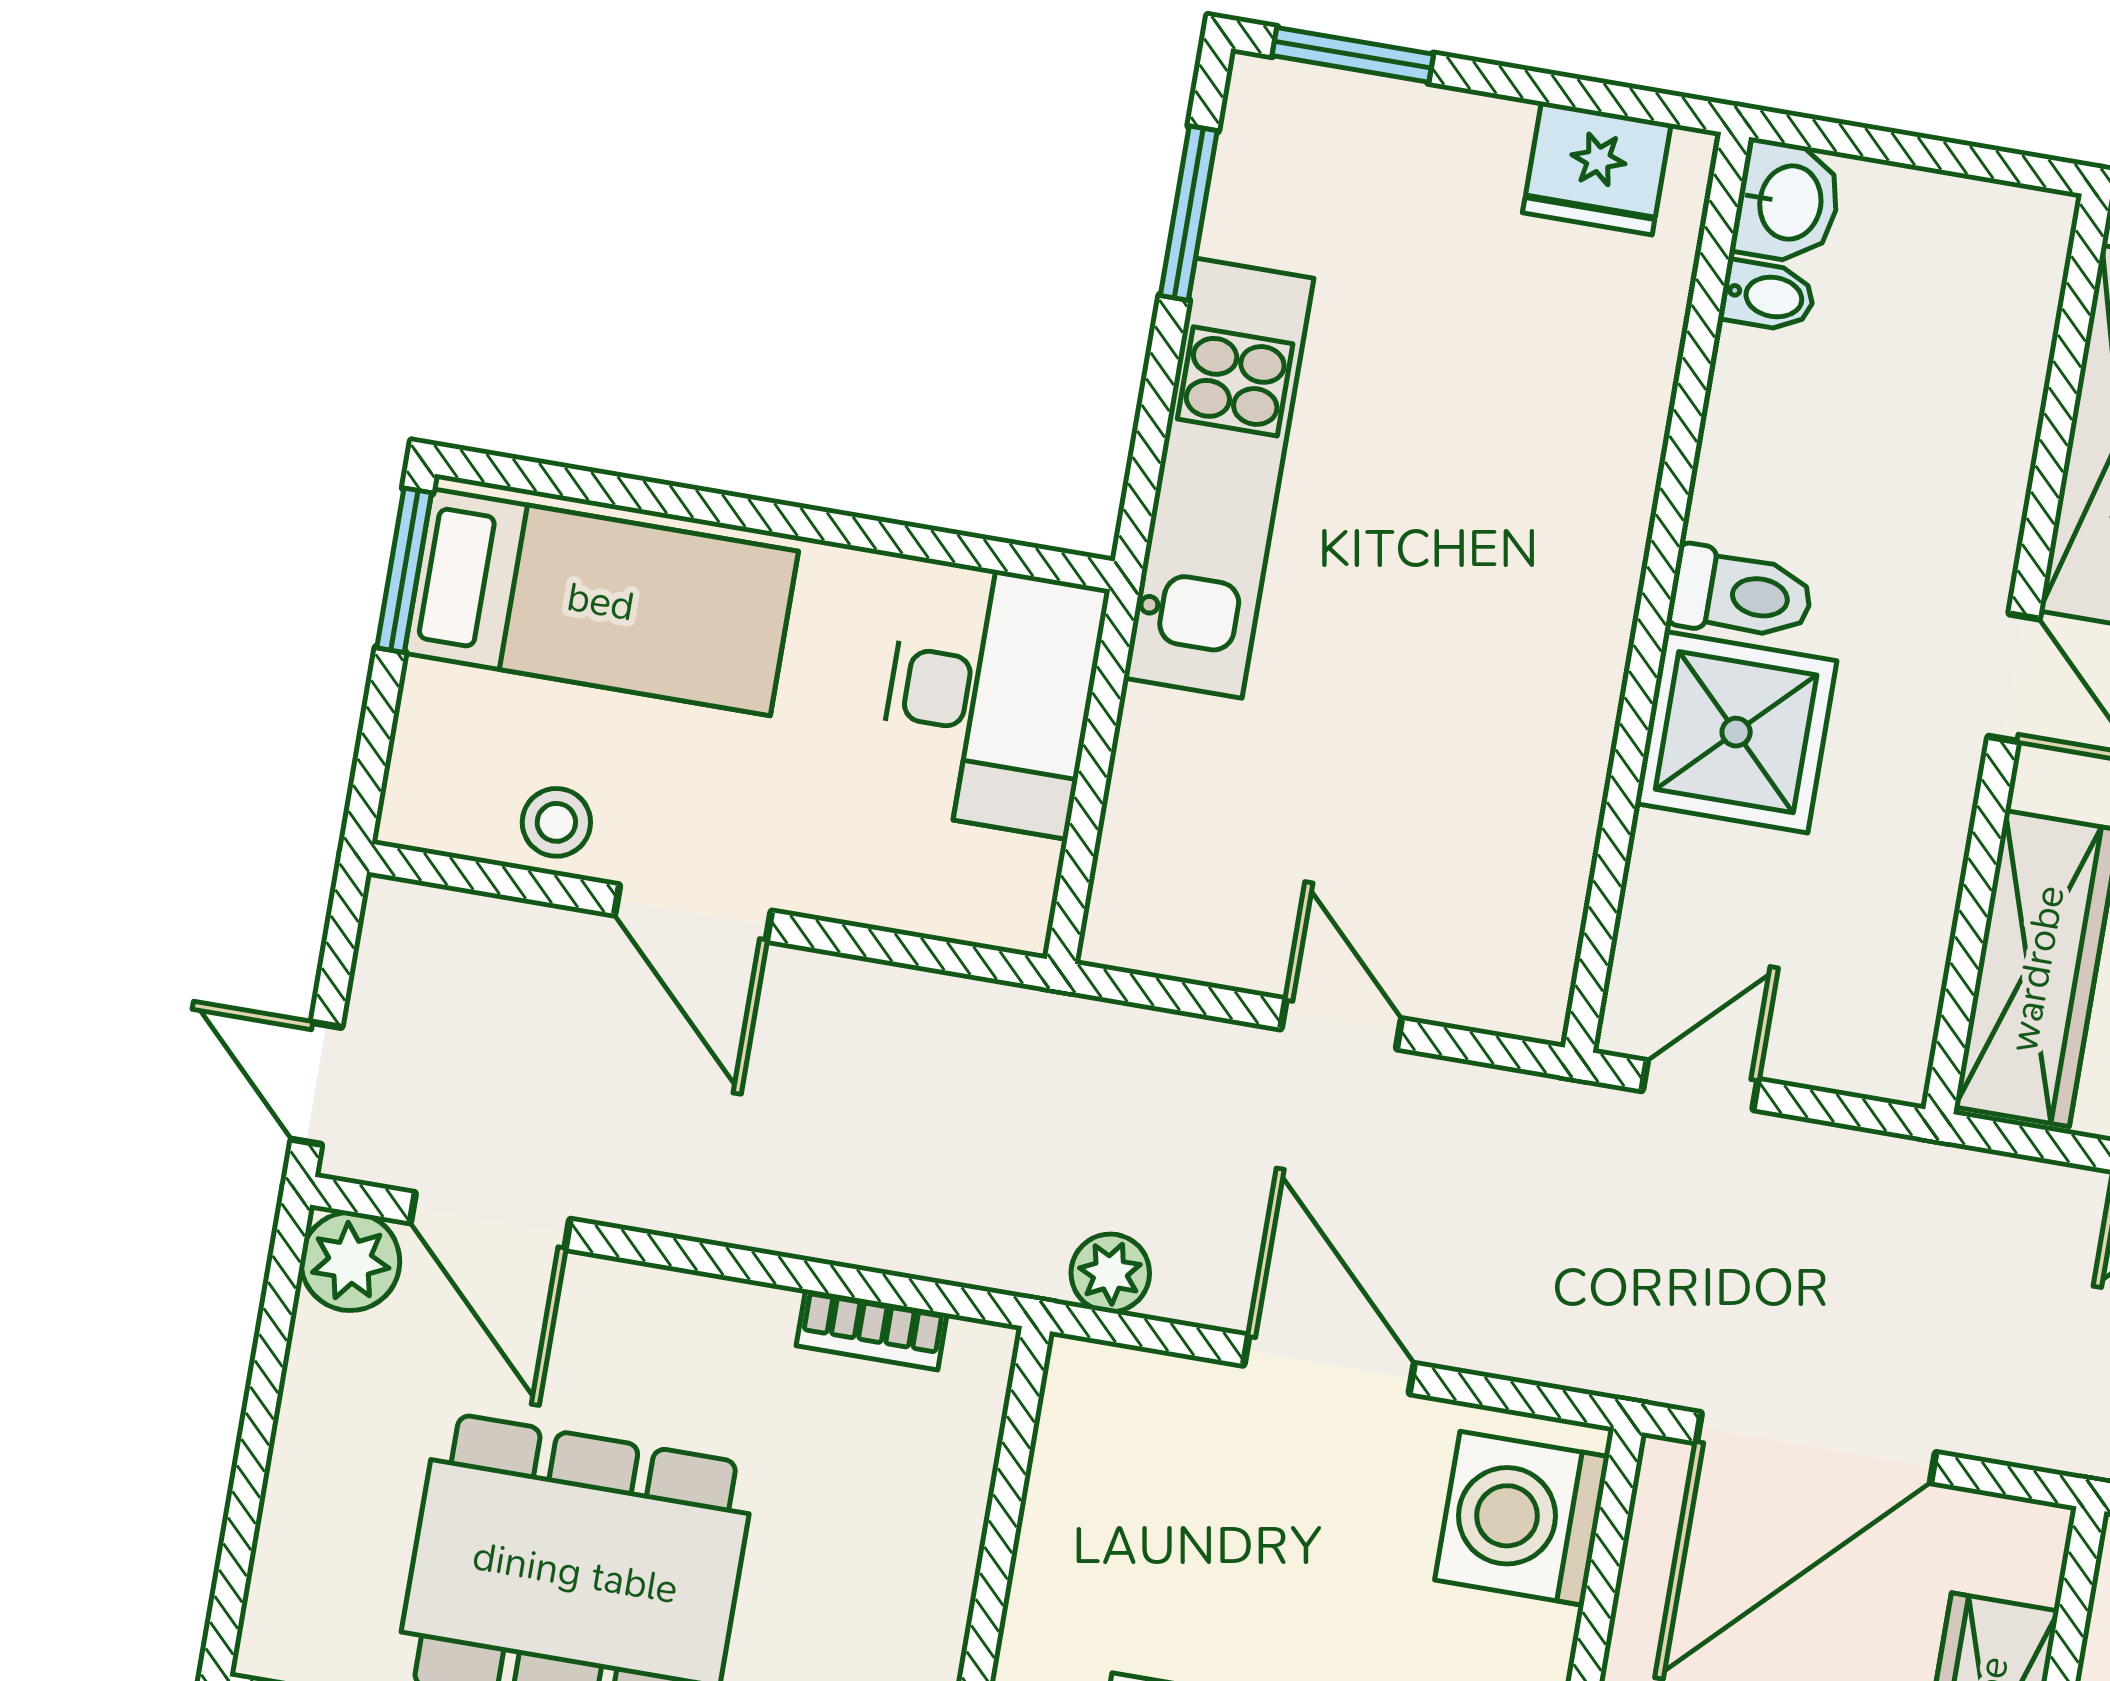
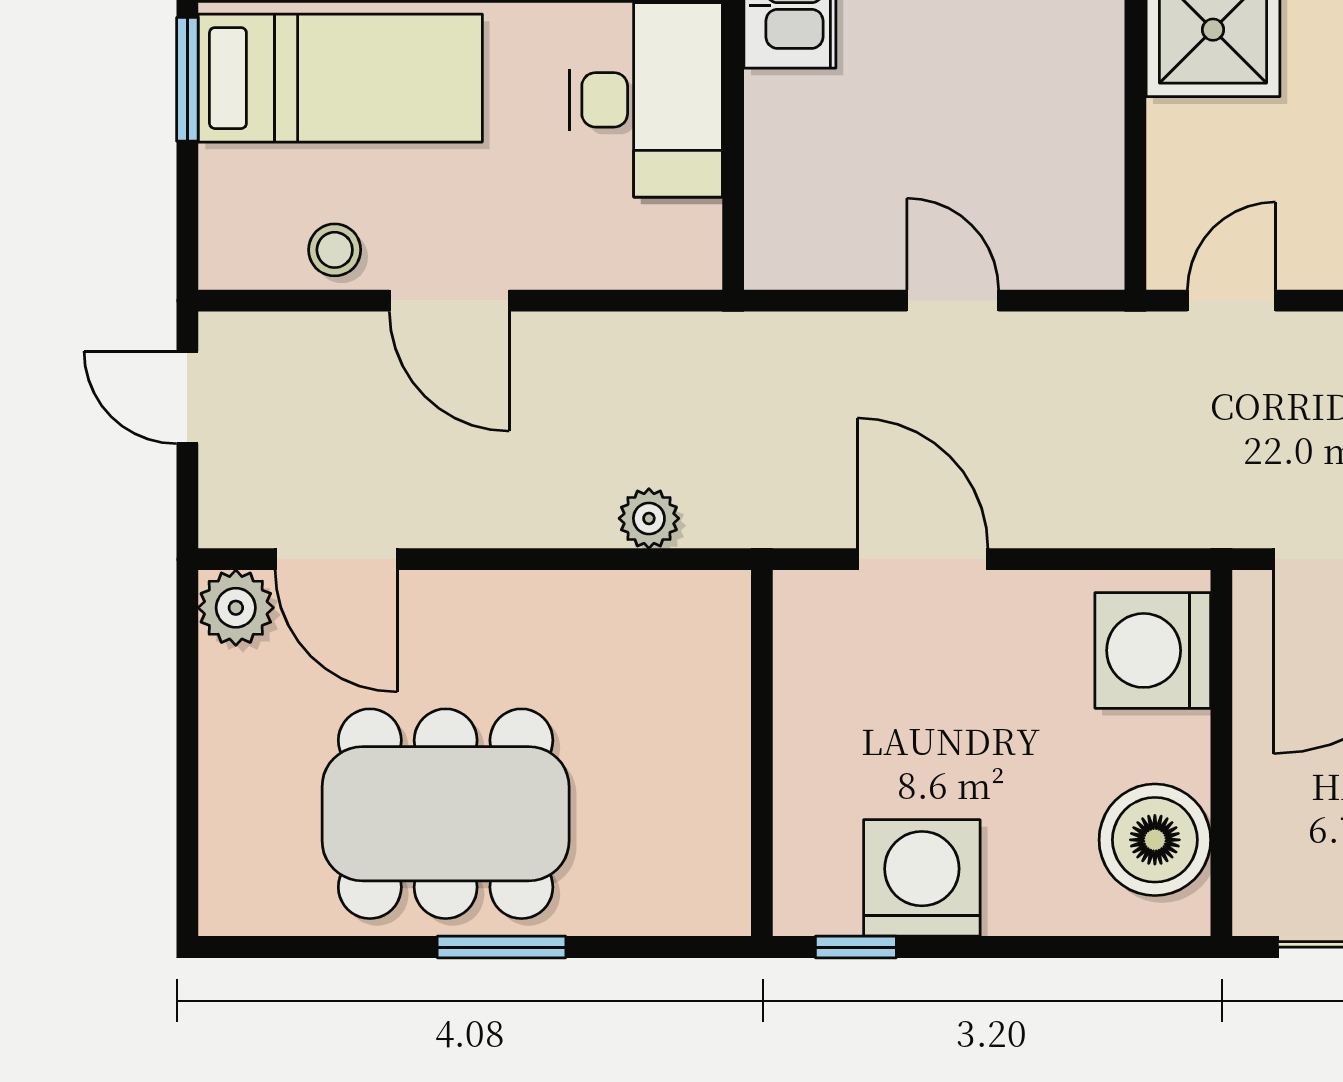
door: (316, 1083) -> (187, 397), moved
plant: (1110, 1273) -> (649, 518), moved
bookcase: (872, 1330) -> (638, 592), removed
door: (1329, 1364) -> (923, 559), moved

